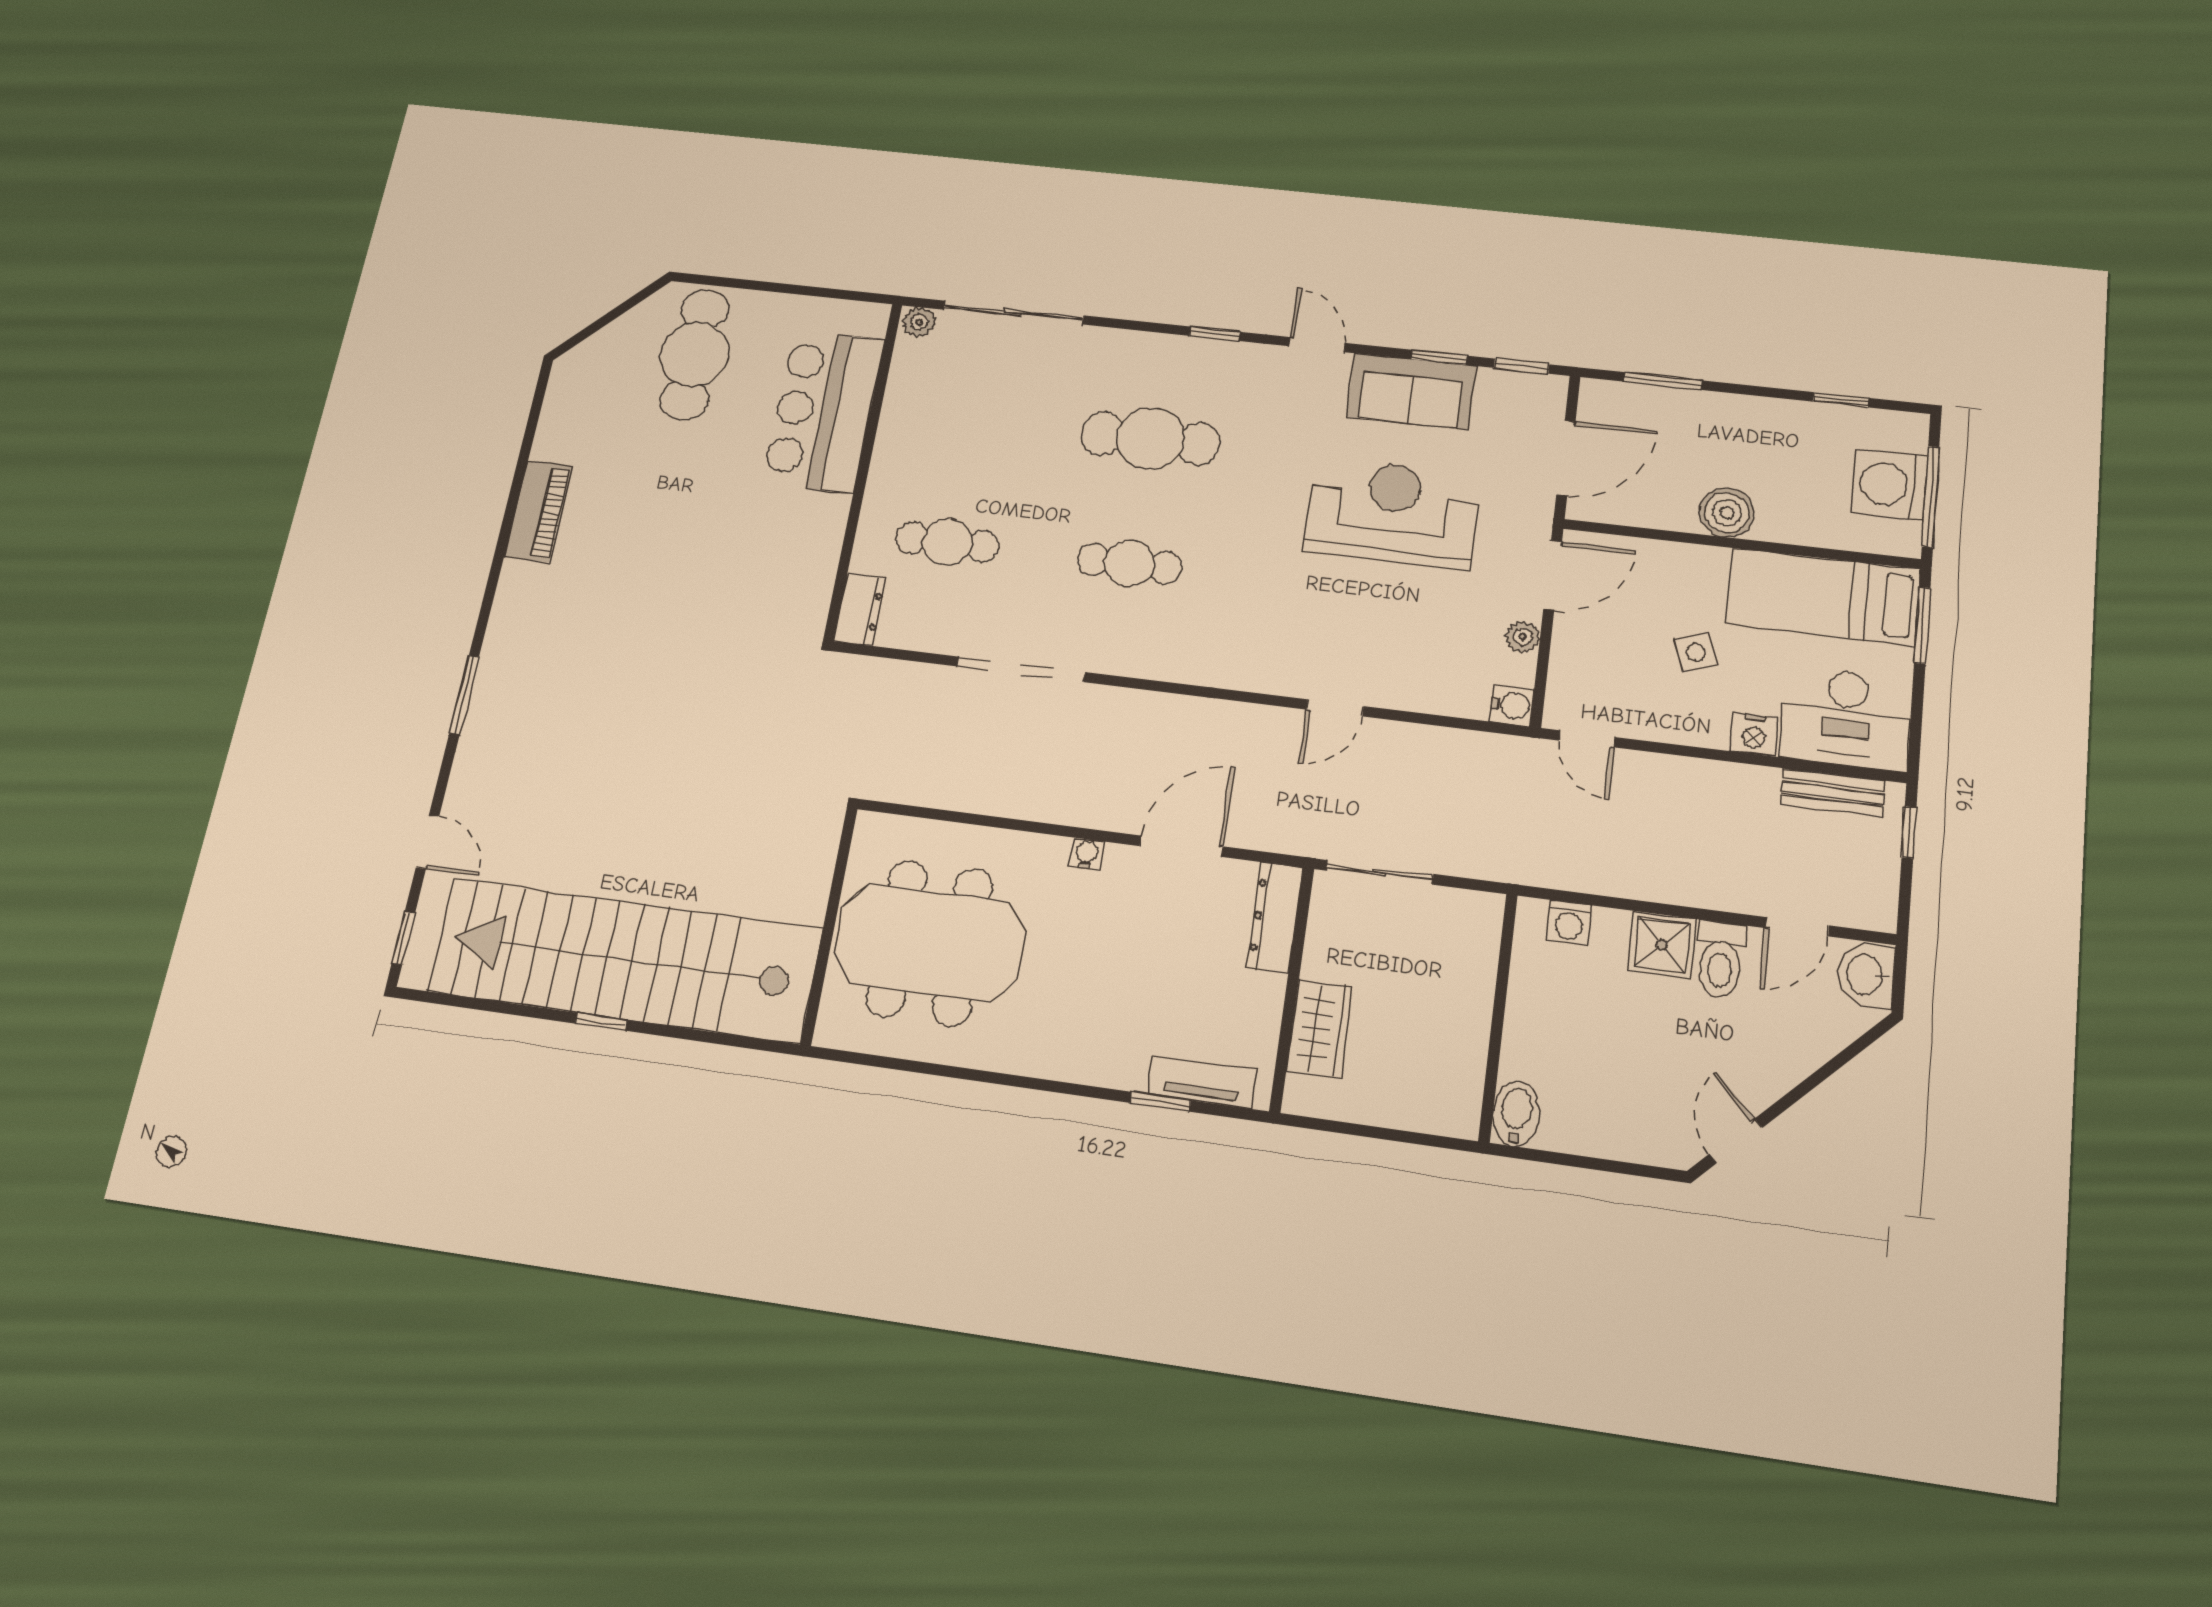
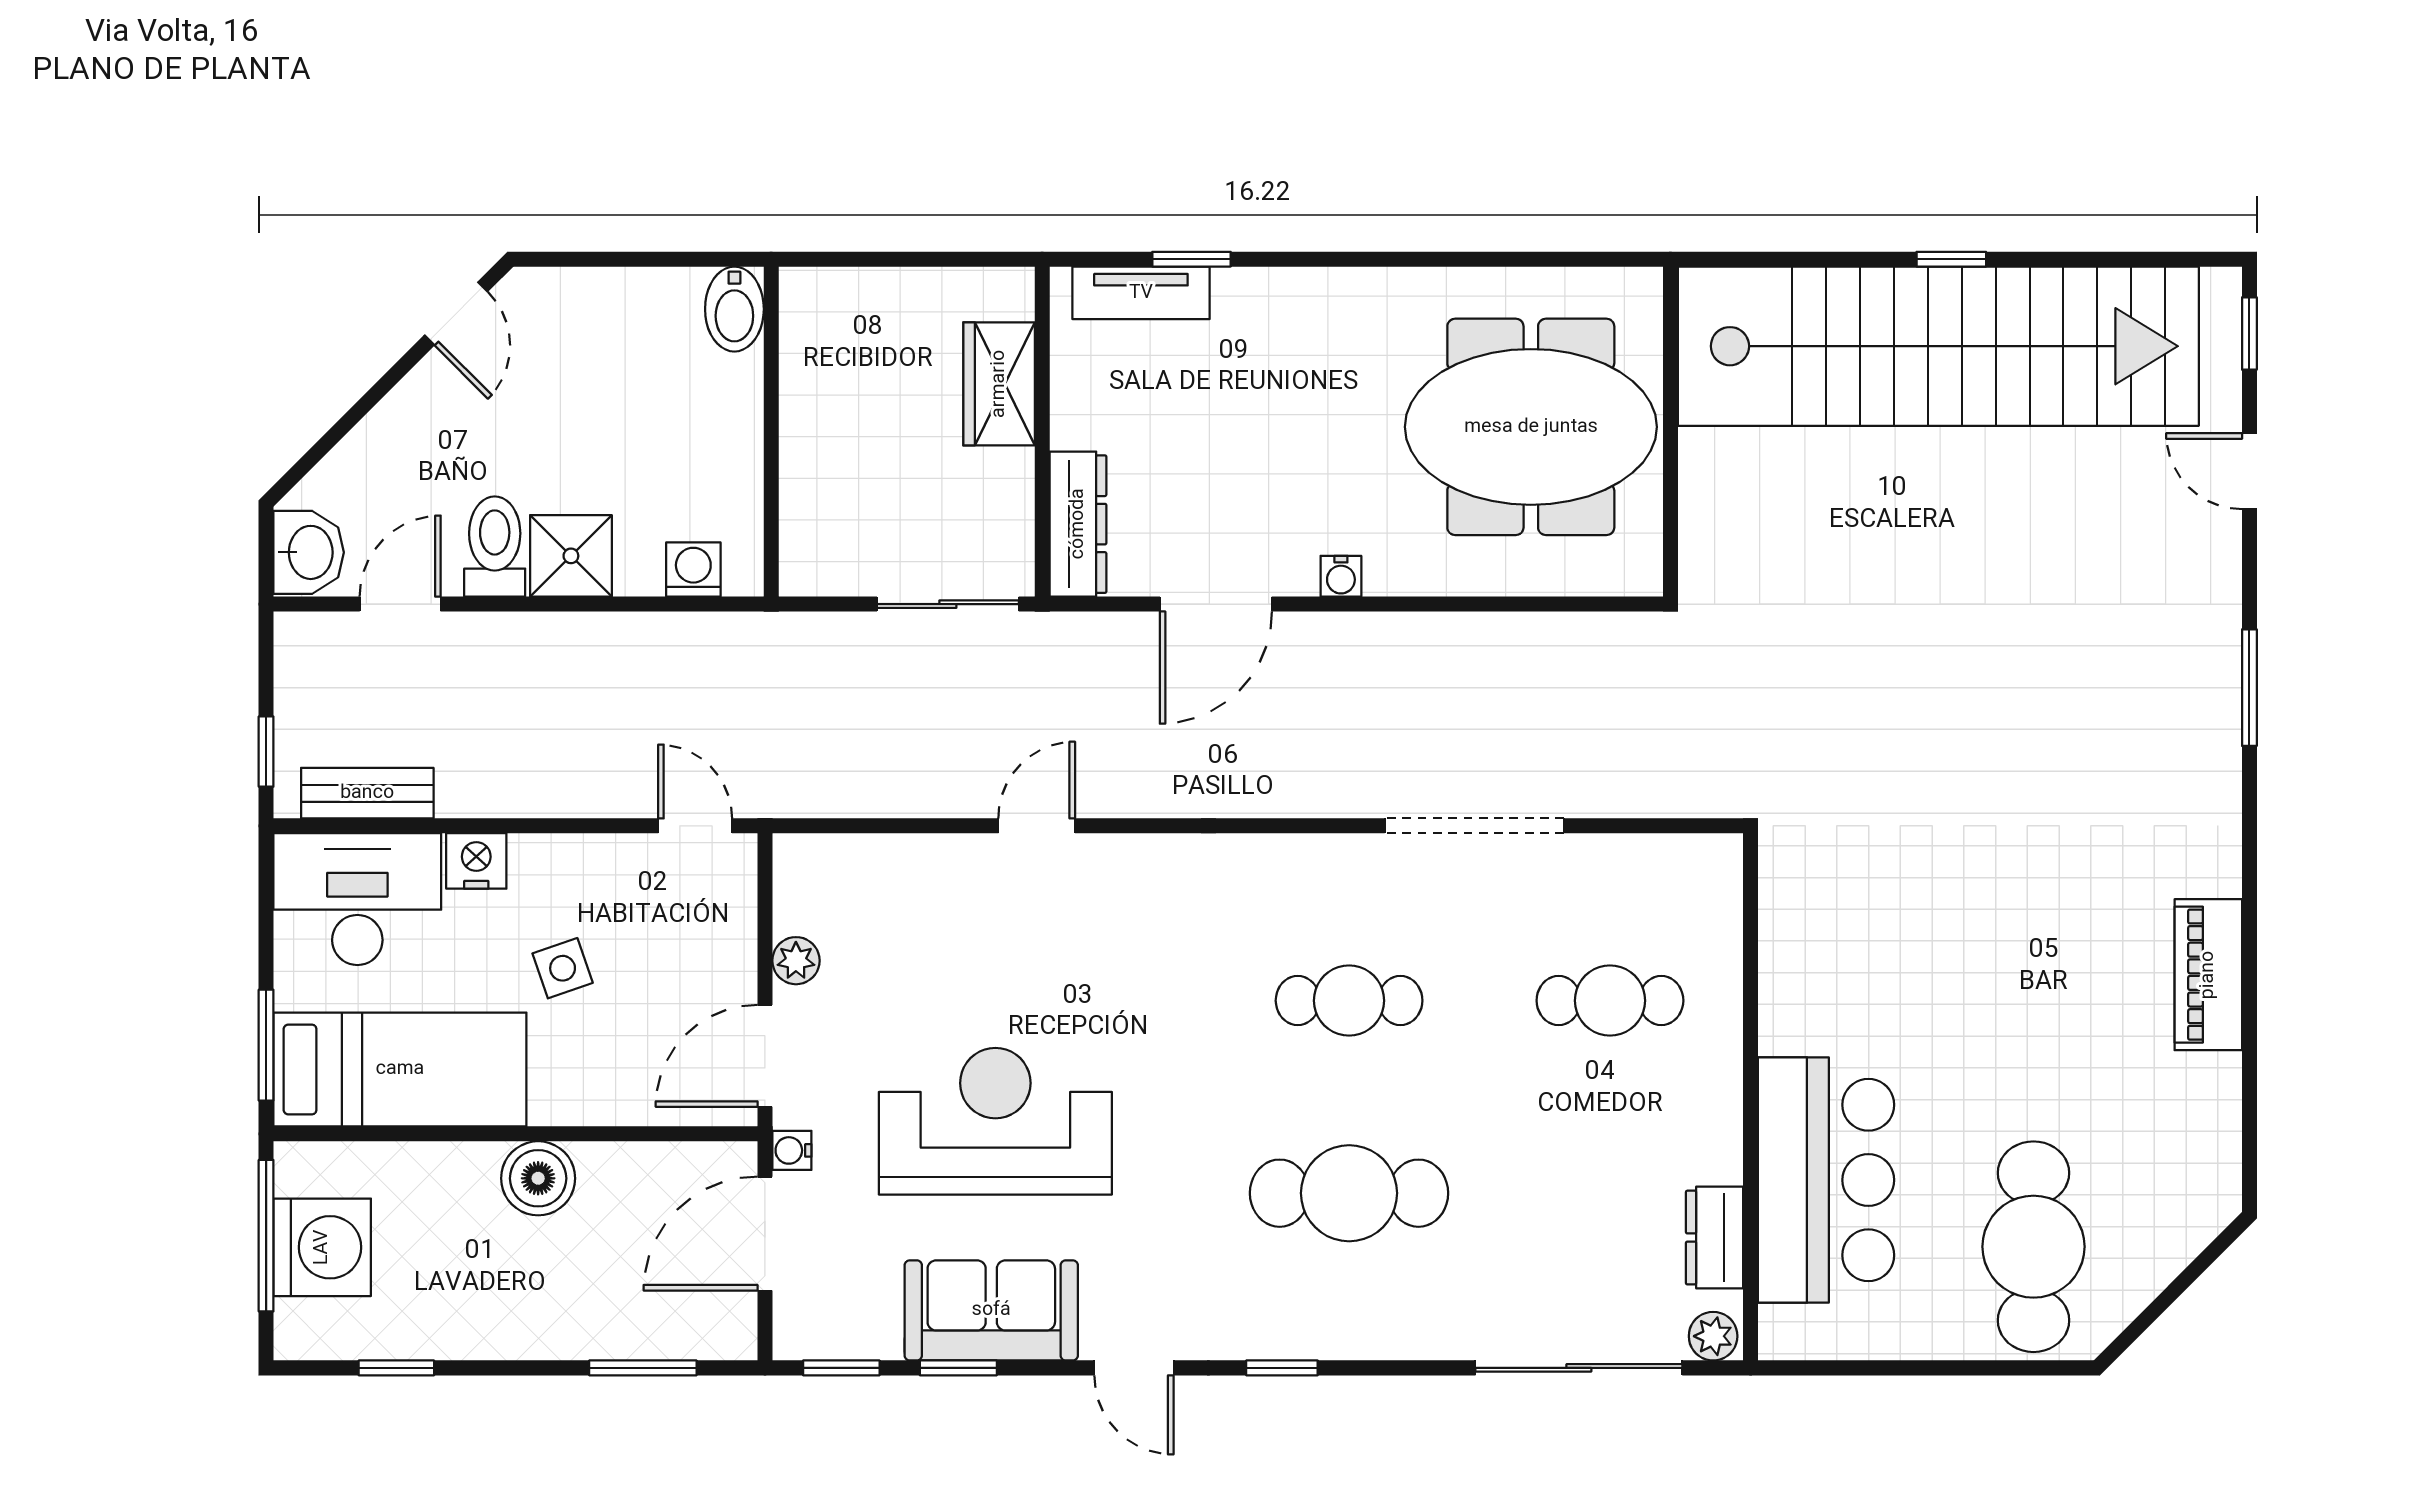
reception desk: (1392, 513) -> (995, 1121), turned 180
dresser: (860, 610) -> (1714, 1238), moved
water cooler: (1512, 705) -> (792, 1150), moved, width x0.72, depth x0.72

